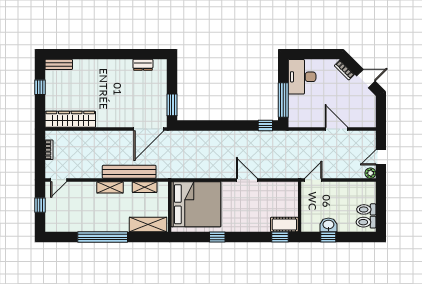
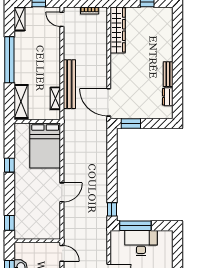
bench: (59, 64) -> (168, 74), moved
desk: (302, 77) -> (141, 243), moved
shelving: (110, 187) -> (19, 19), moved
bed: (196, 204) -> (45, 145), width x0.73
cot: (284, 225) -> (21, 227), removed

